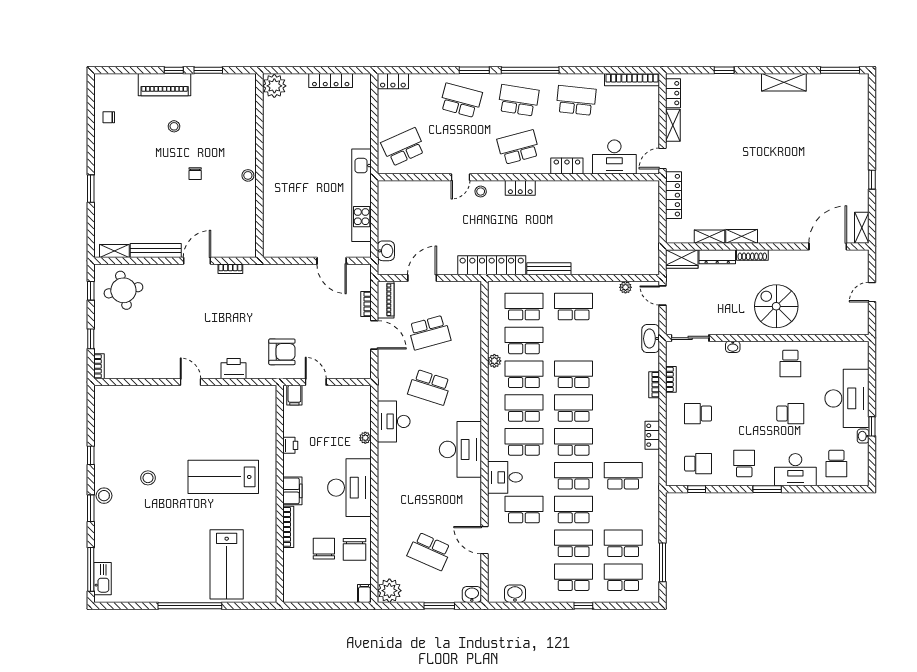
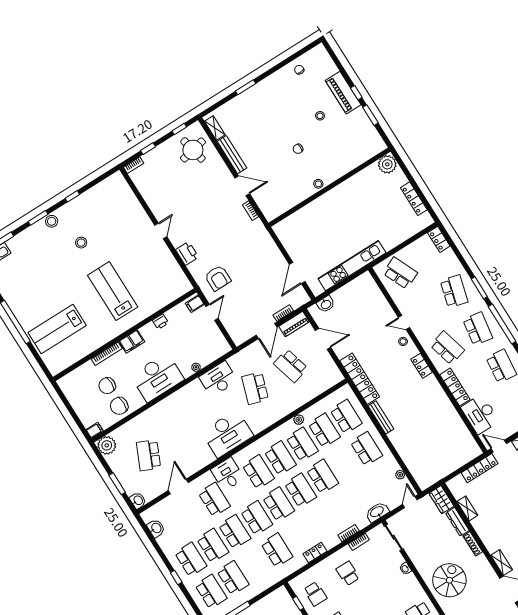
locker: (567, 166) -> (455, 387), width x1.53
shelving: (742, 236) -> (502, 562), moved
chair: (324, 549) -> (107, 386), turned 180

